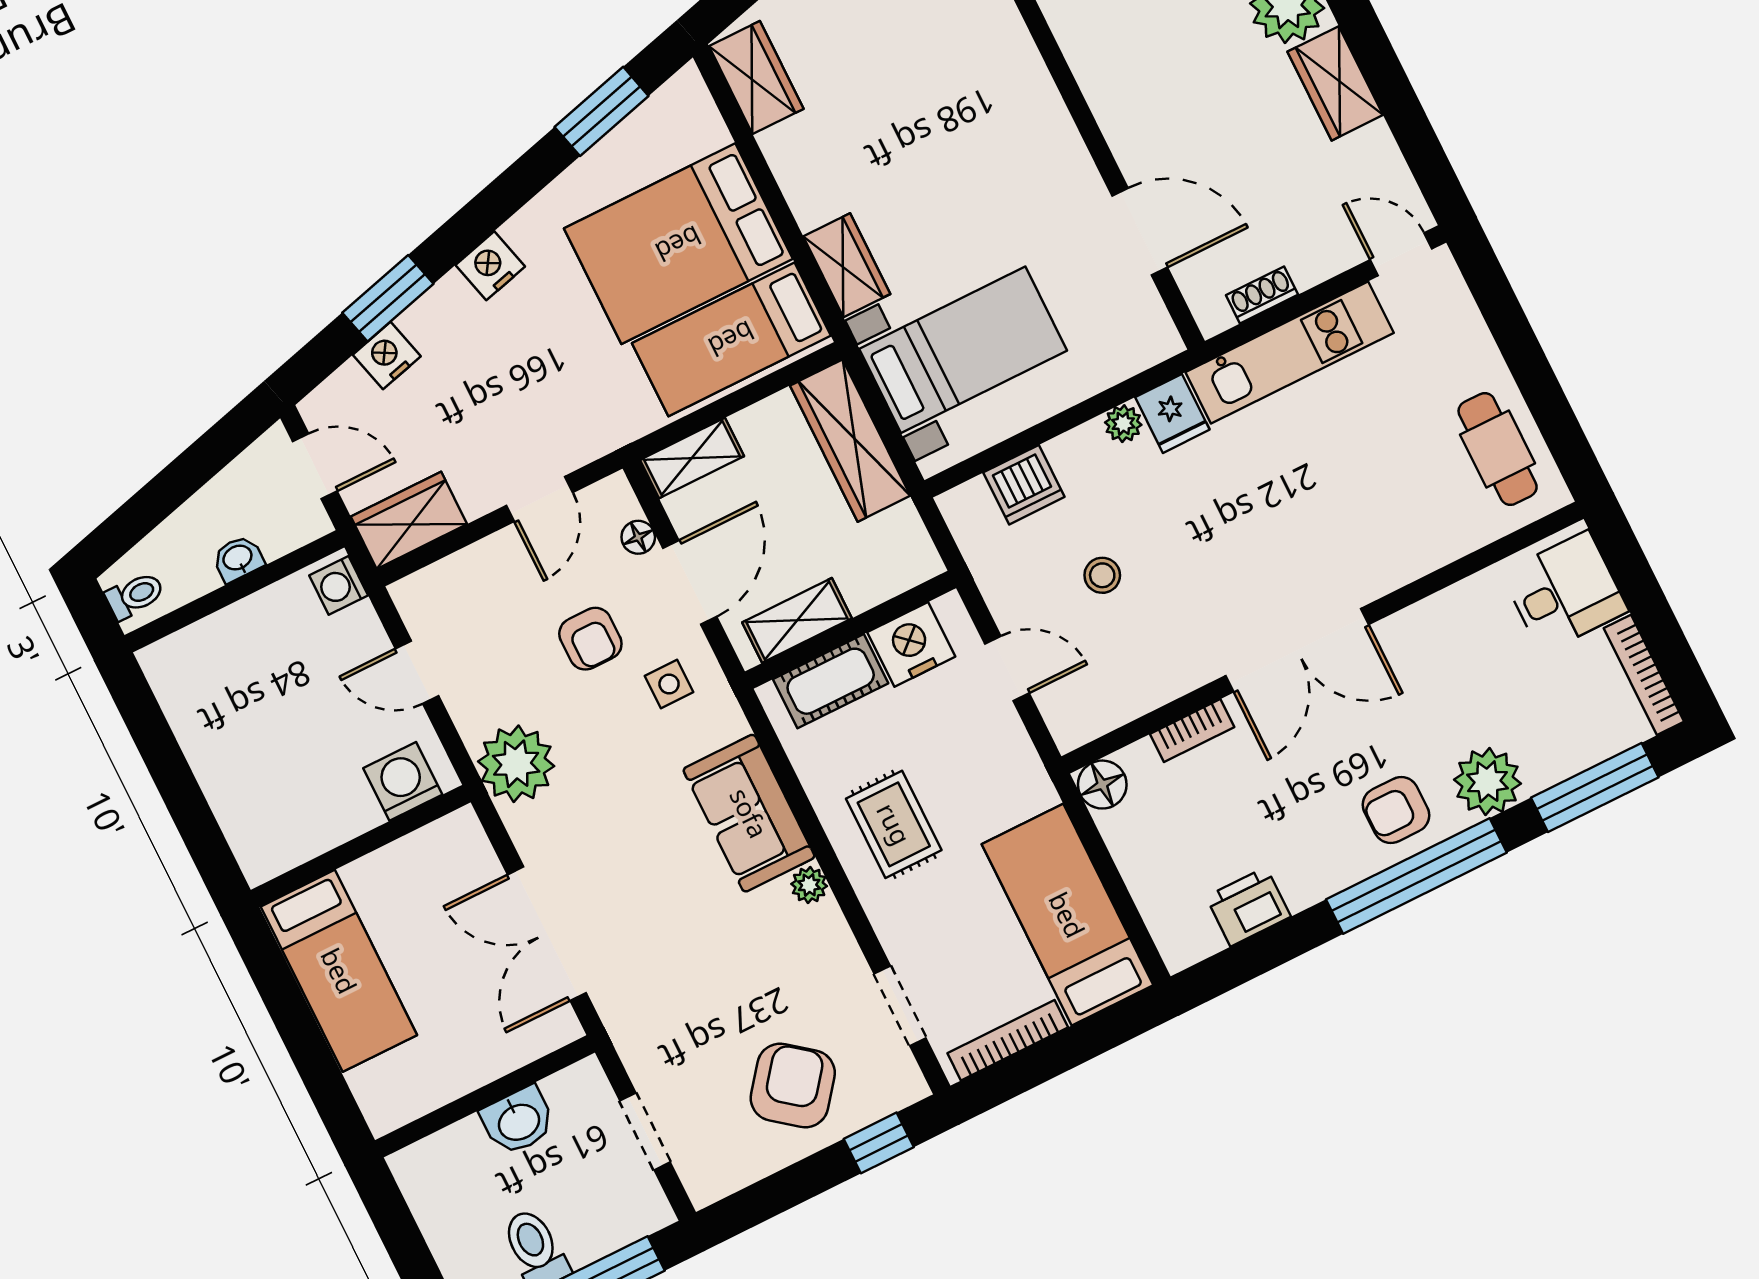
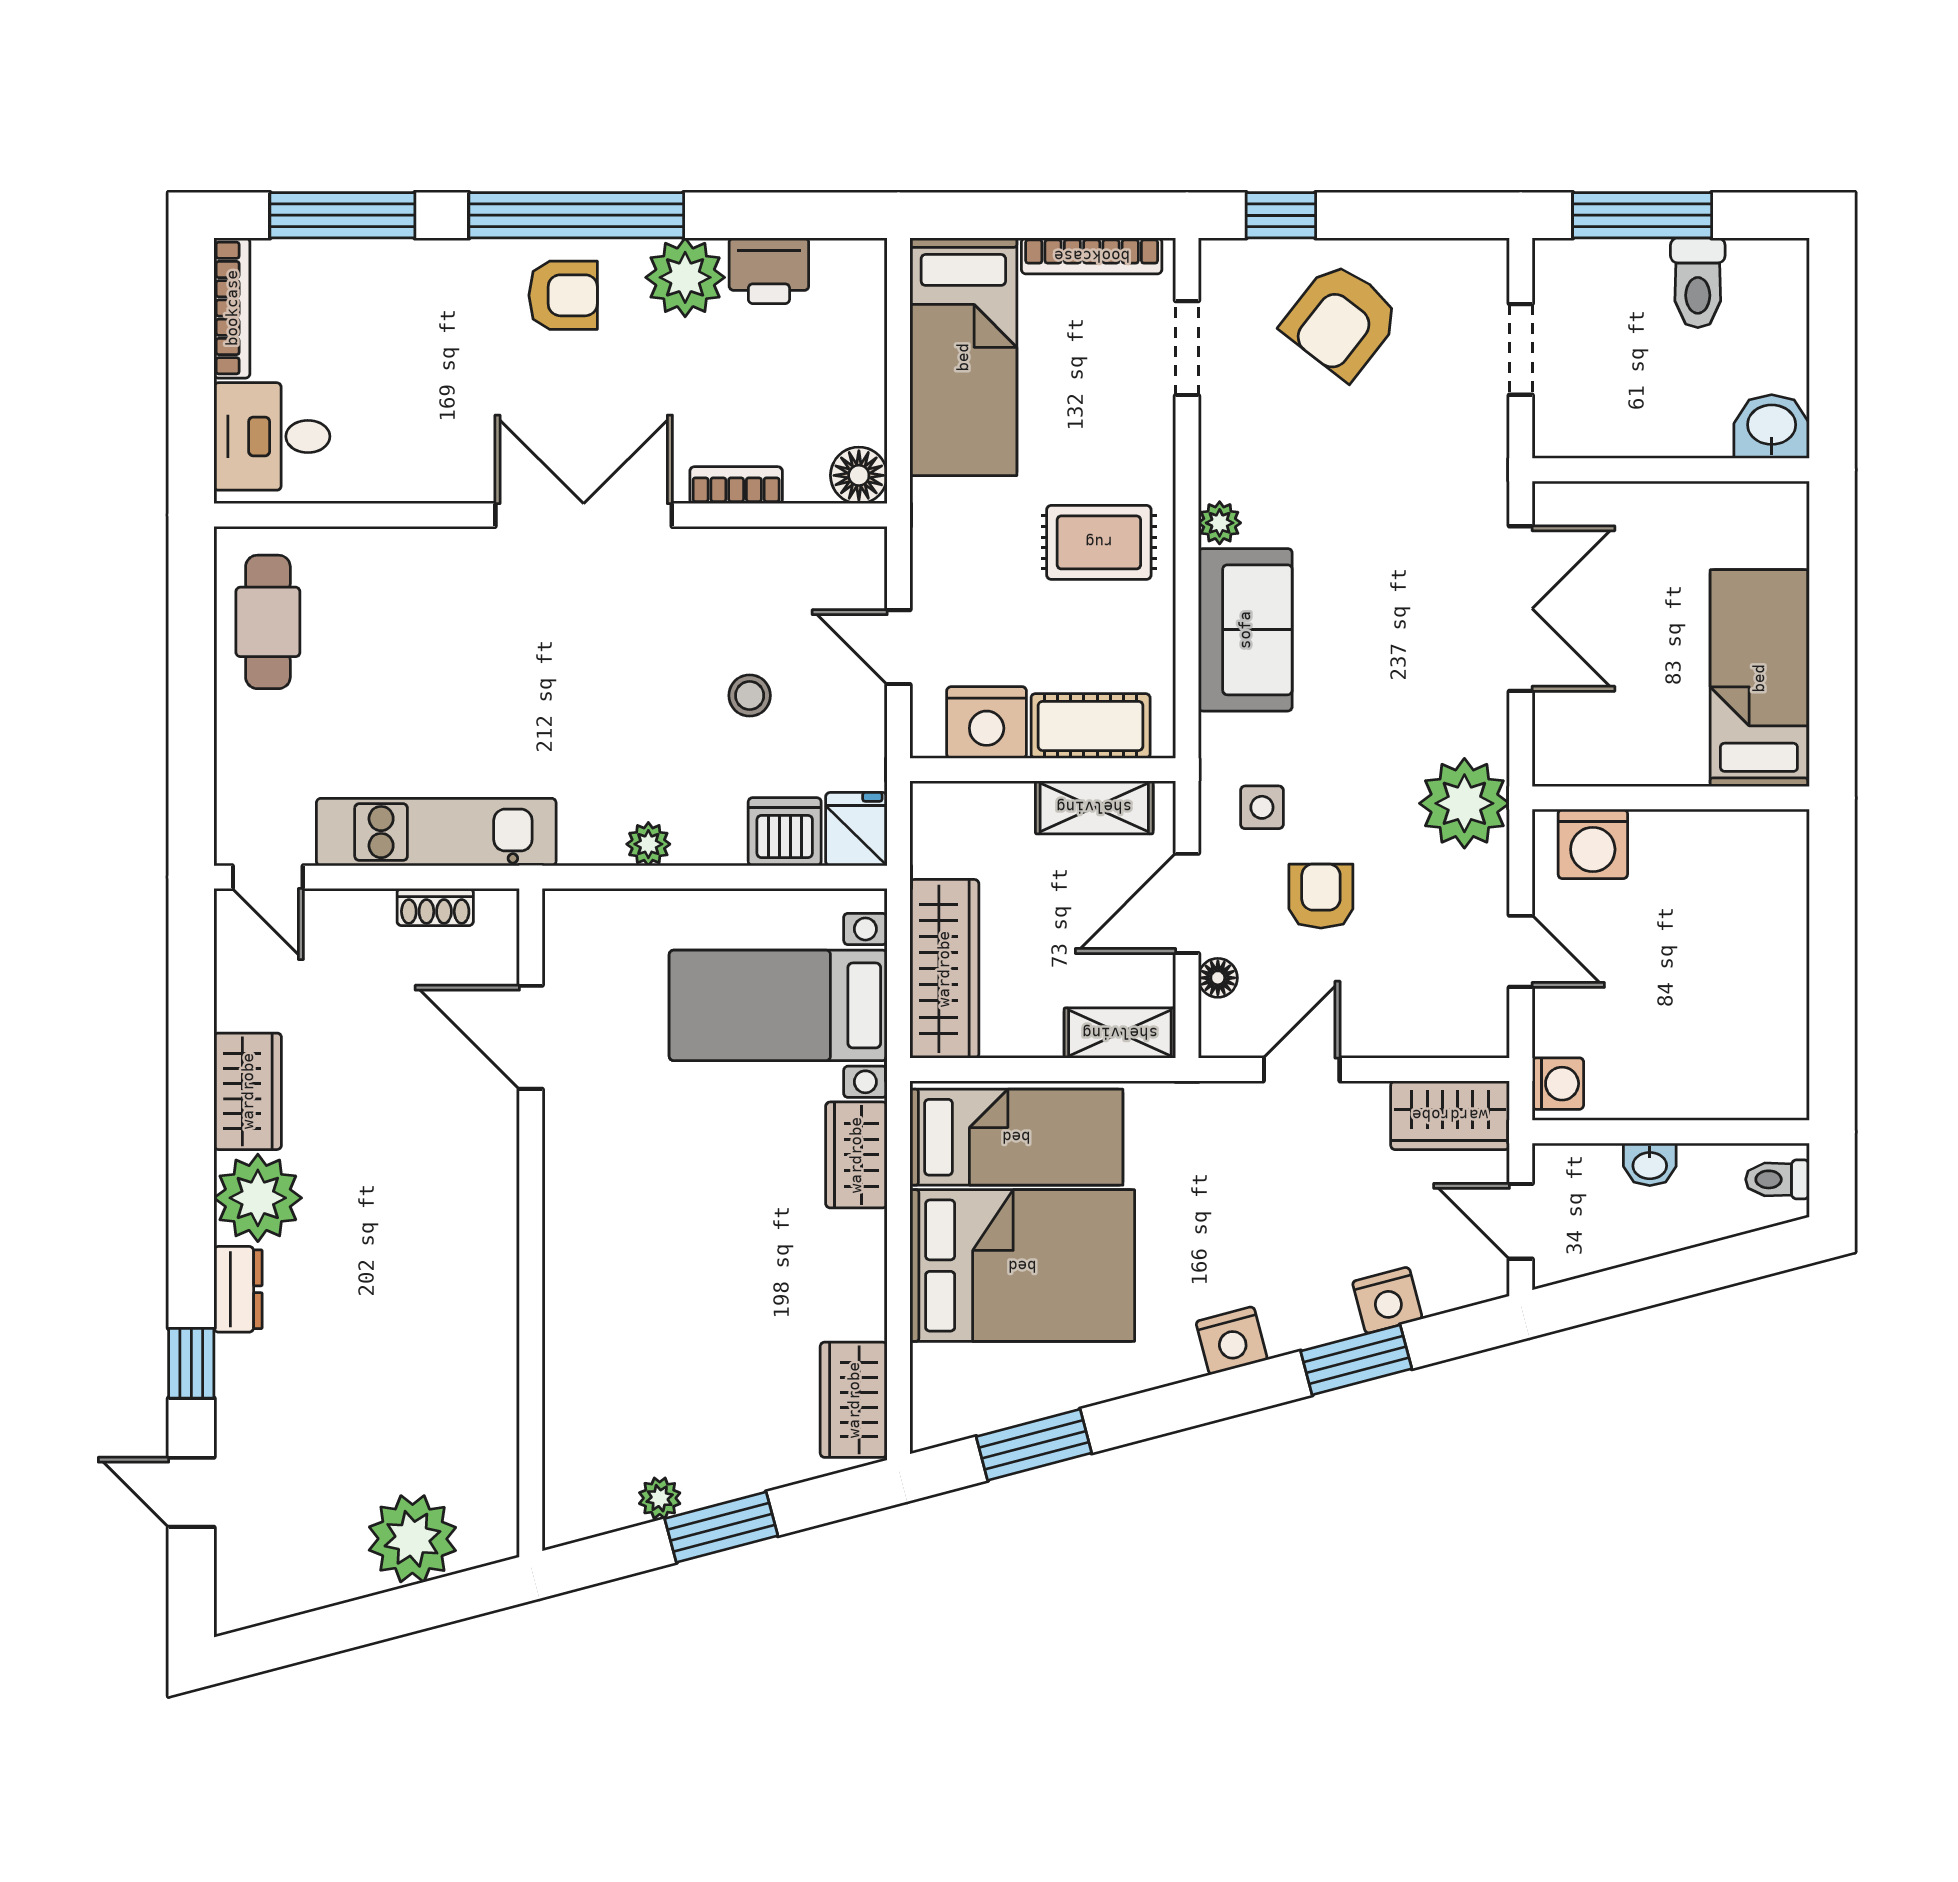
fridge: (1172, 413) -> (856, 829), moved
plant: (1487, 782) -> (685, 277), moved
rug: (894, 824) -> (1099, 542), turned 90
washbasin: (518, 1121) -> (1772, 427), moved

